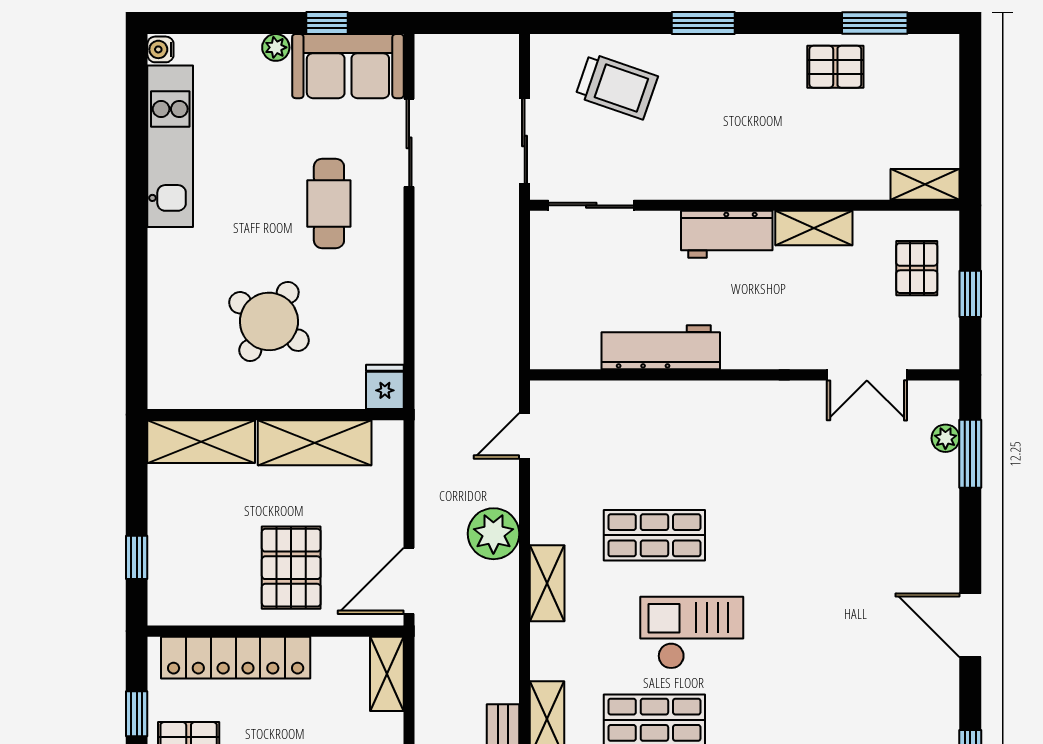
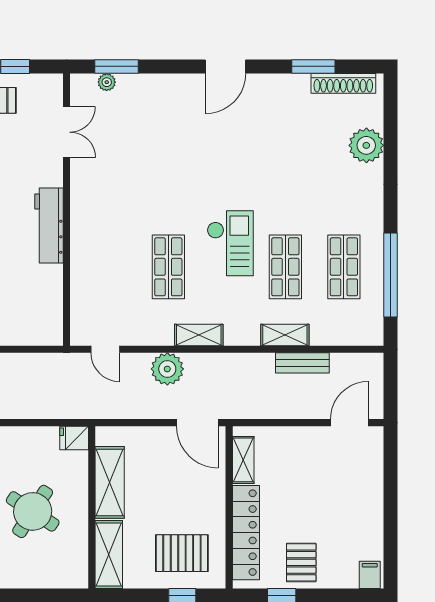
workbench: (661, 347) -> (49, 226), moved
pallet: (291, 568) -> (182, 553), moved
checkout: (692, 633) -> (230, 243), turned 180
shelving: (387, 674) -> (243, 460), moved, turned 90

